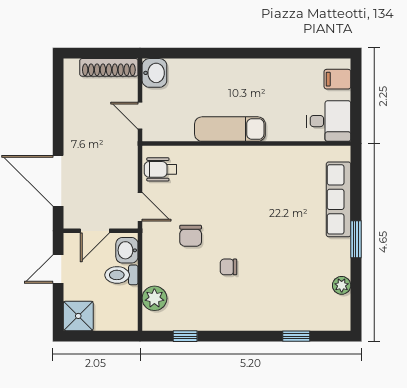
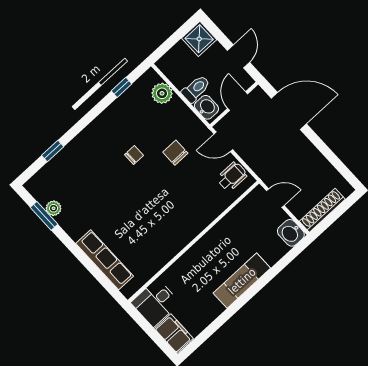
filing cabinet: (337, 79) -> (174, 334), width x2.00
exam couch: (230, 129) -> (242, 281), moved, turned 180
window: (356, 239) -> (44, 216), moved

